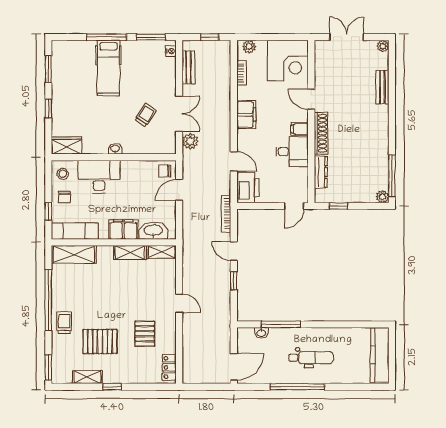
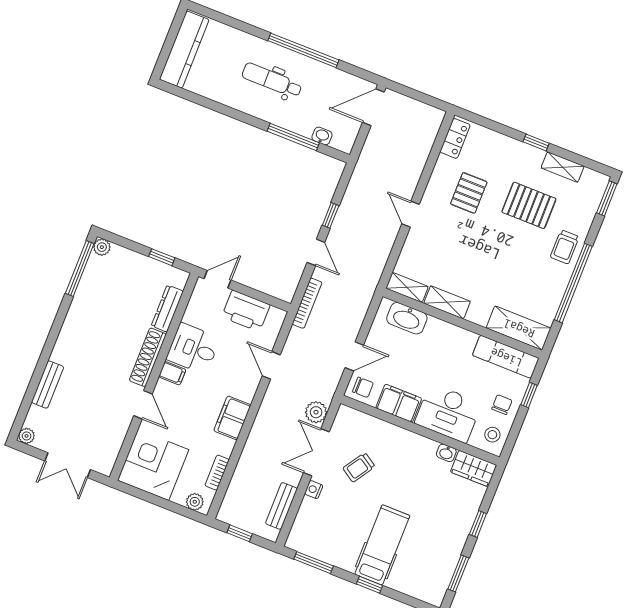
window: (106, 37) -> (370, 585), width x0.46
nightstand: (171, 51) -> (314, 490), moved
washbasin: (115, 149) -> (446, 453), moved
printer: (248, 188) -> (246, 311), moved, turned -90
filing cabinet: (123, 230) -> (399, 403), moved, turned 180

